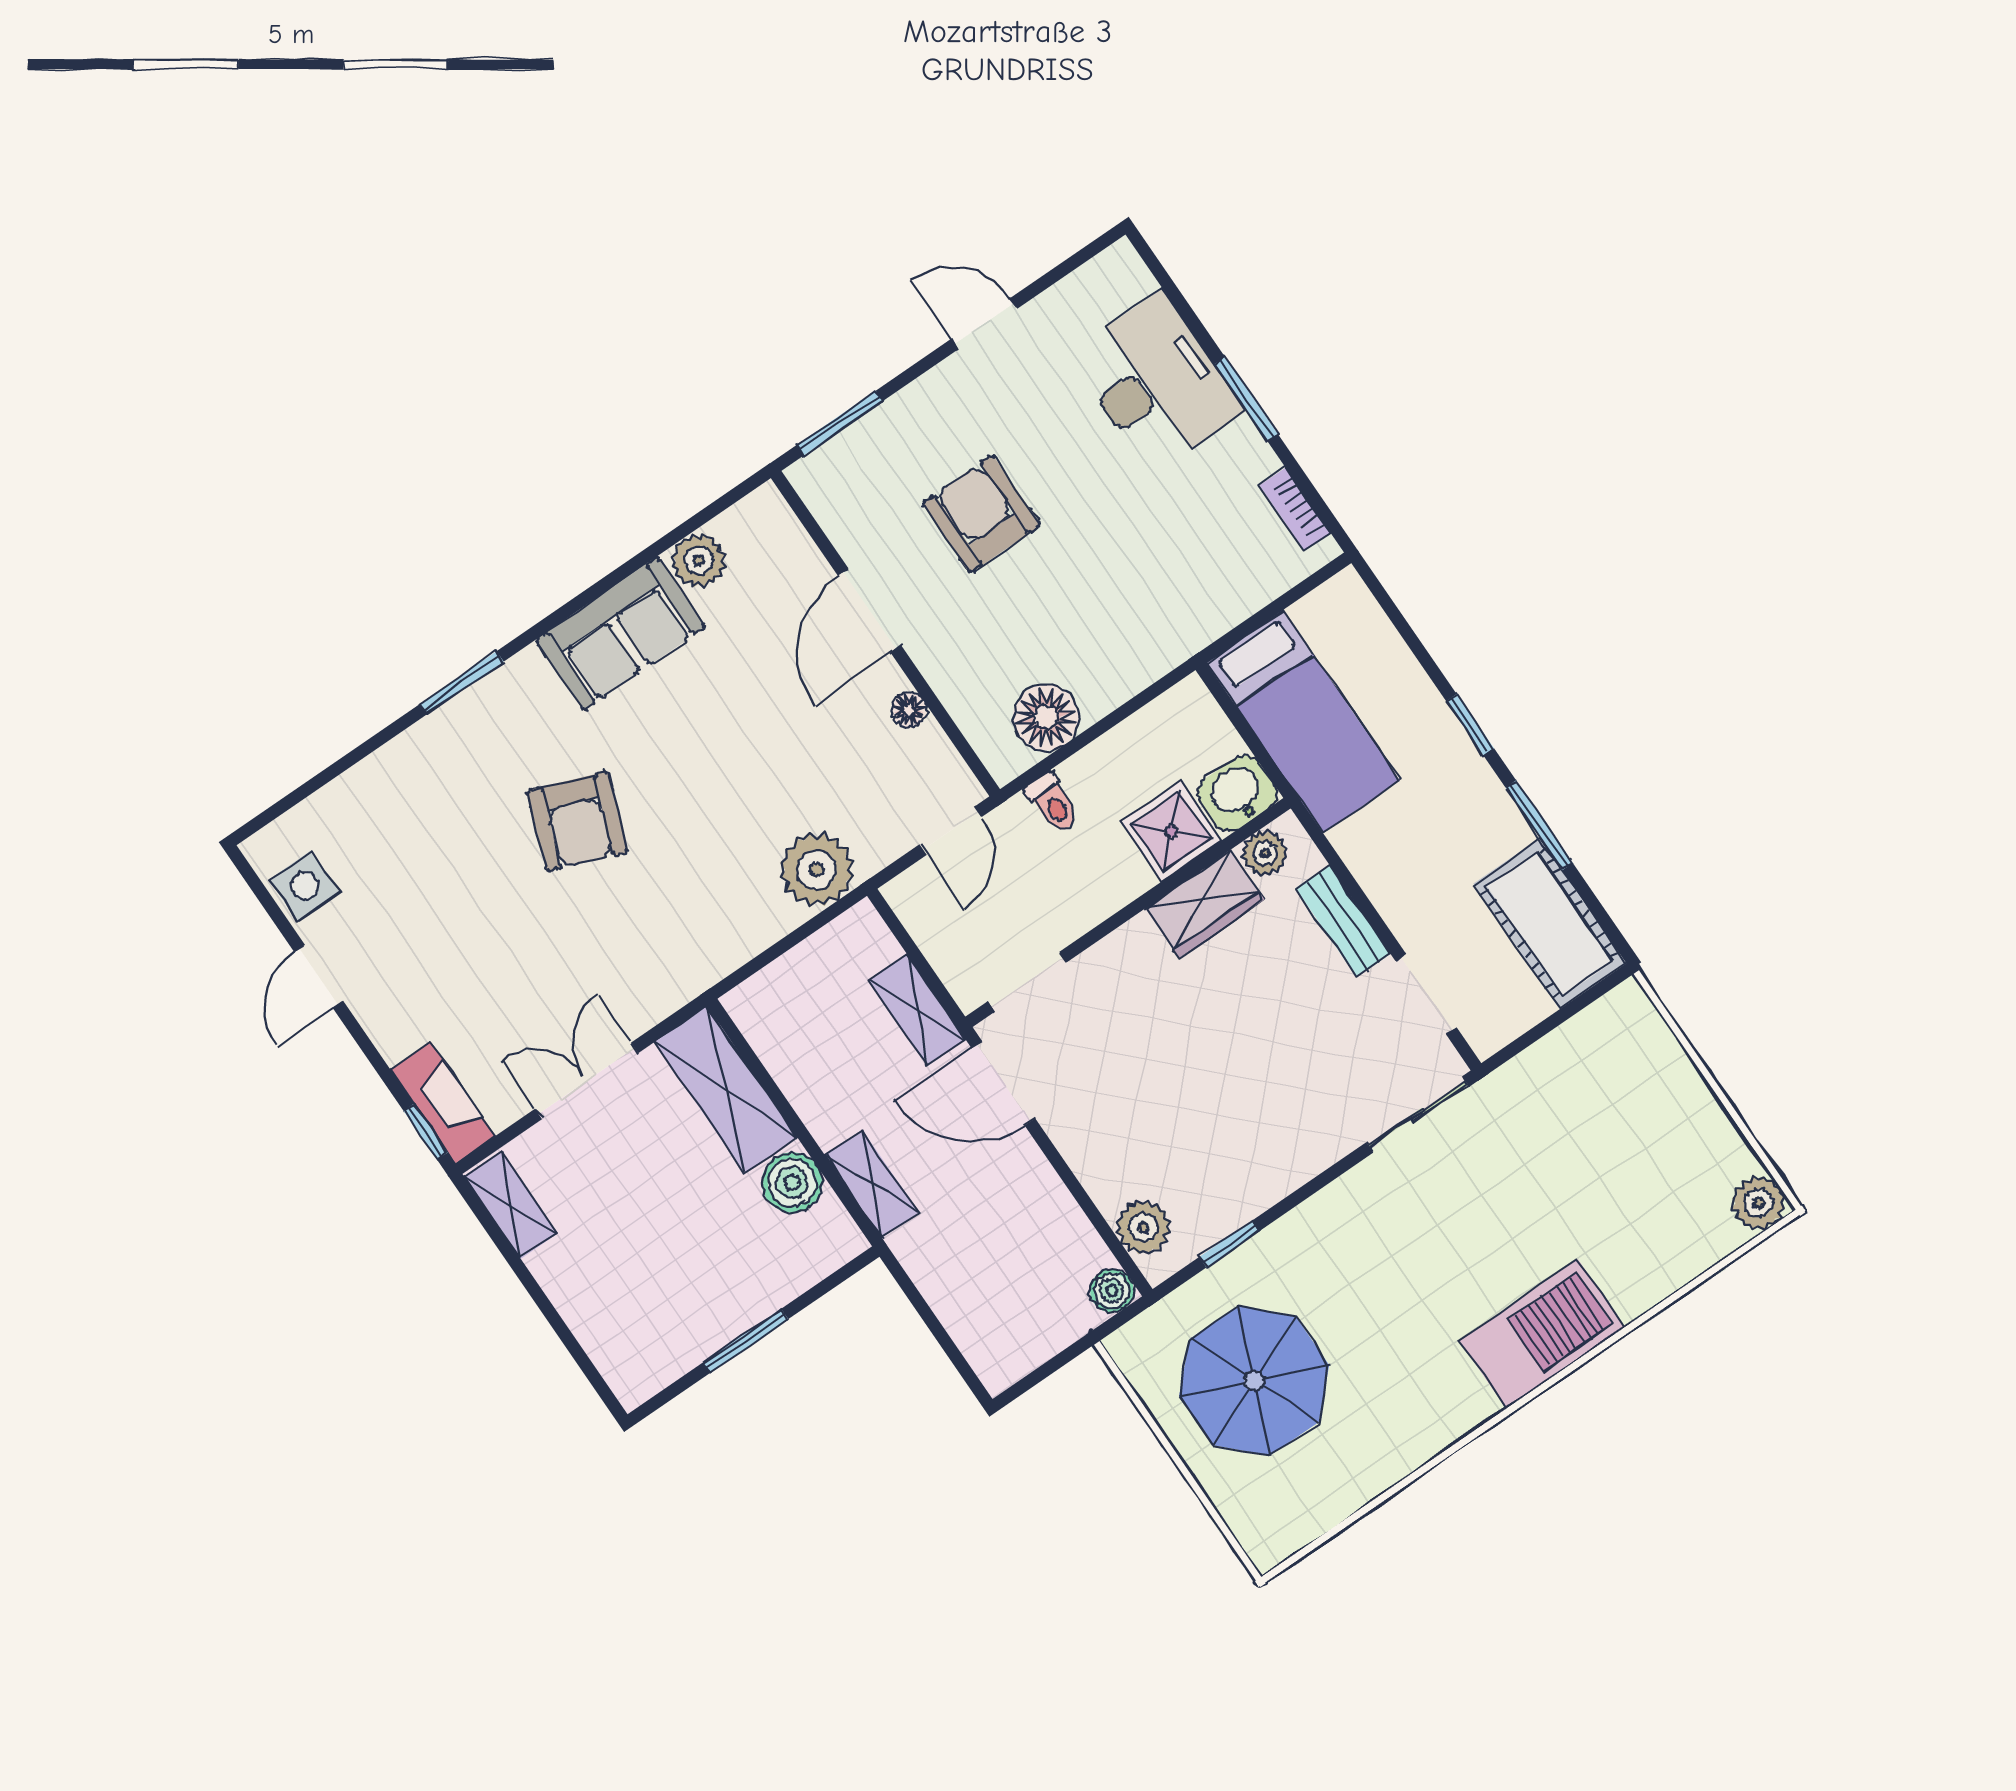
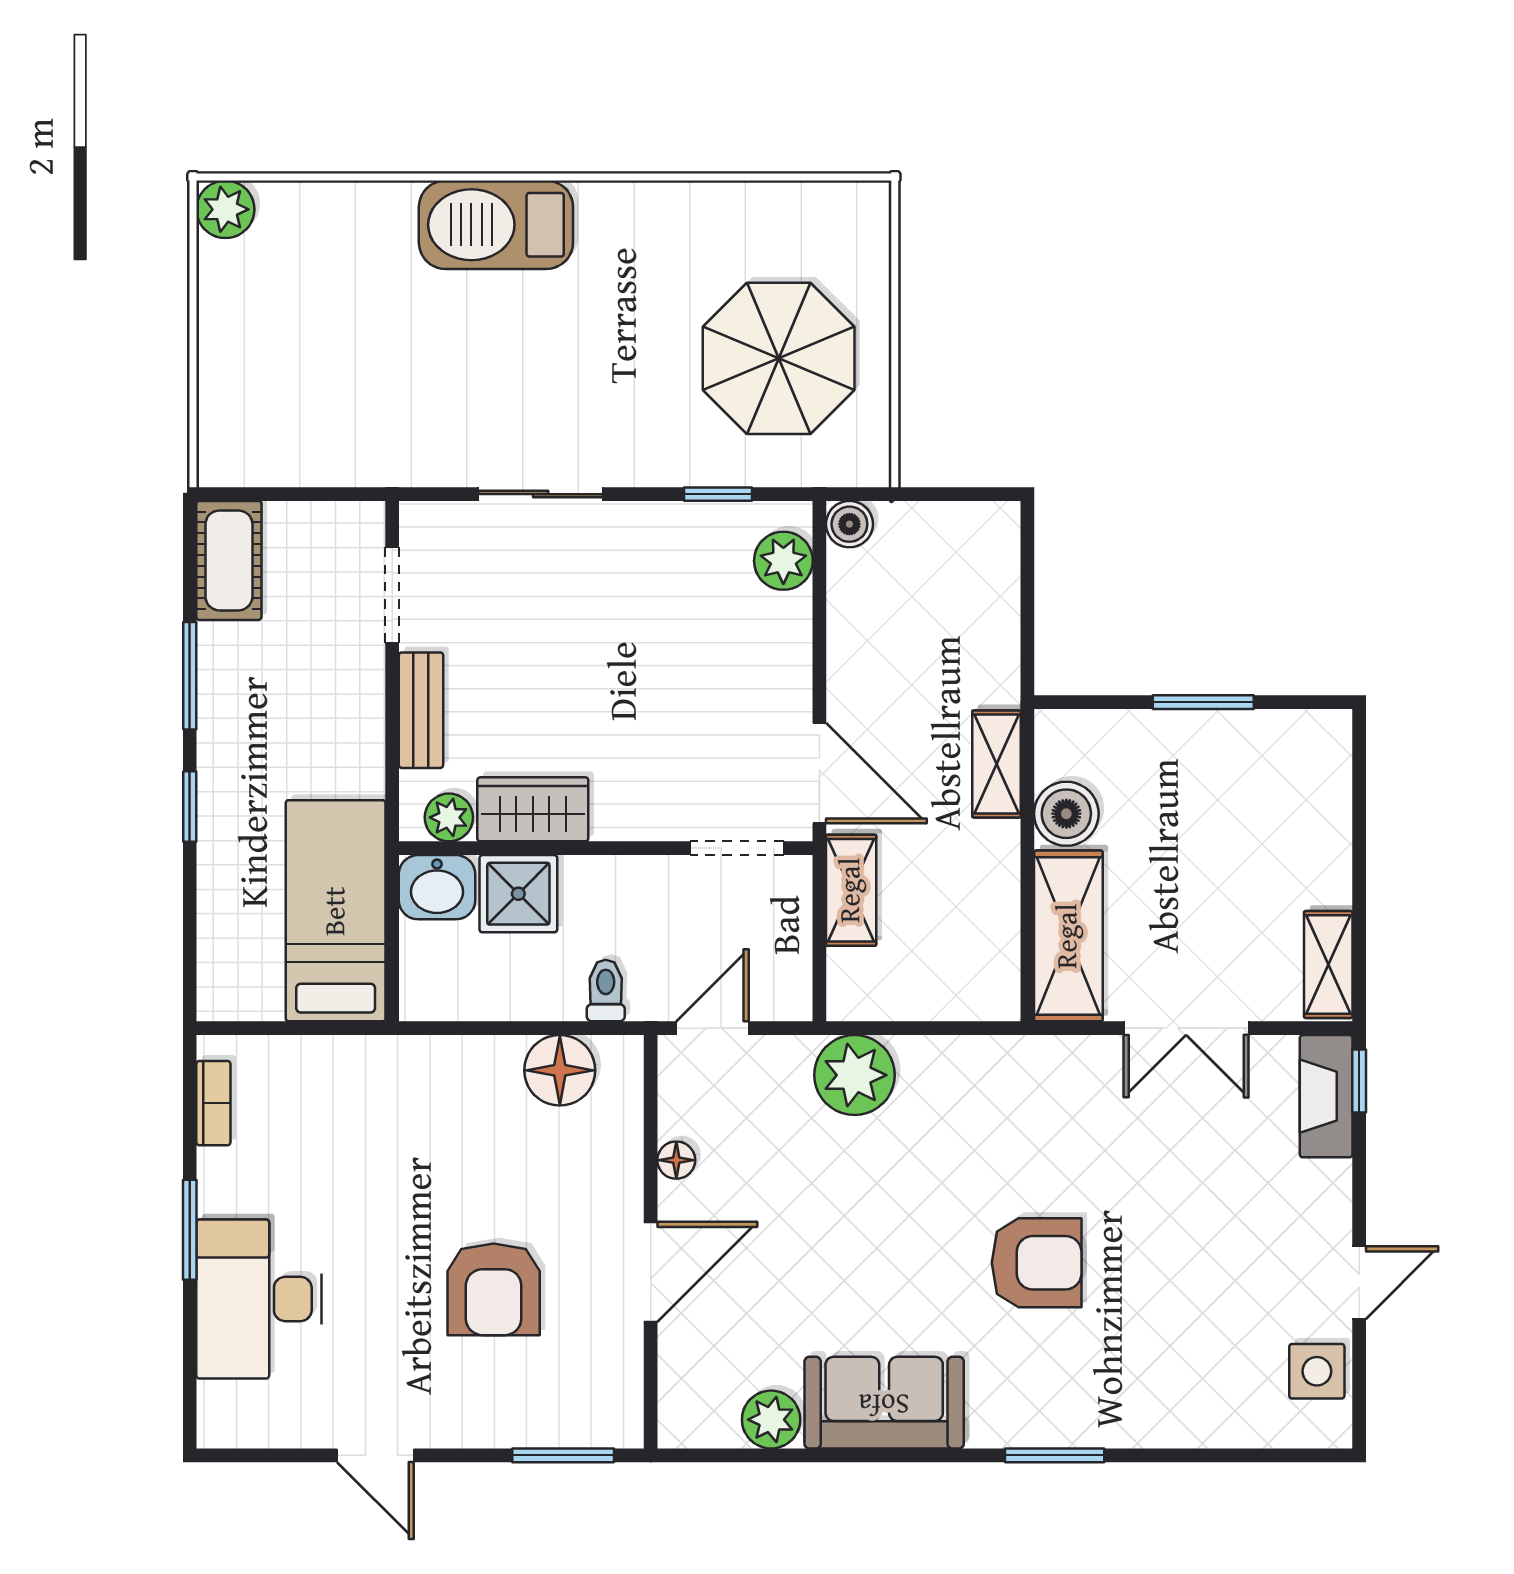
armchair: (578, 821) -> (1037, 1263), turned 69
cot: (1550, 924) -> (229, 560), width x0.73, depth x0.75
sliding door: (1418, 1115) -> (541, 494), moved

